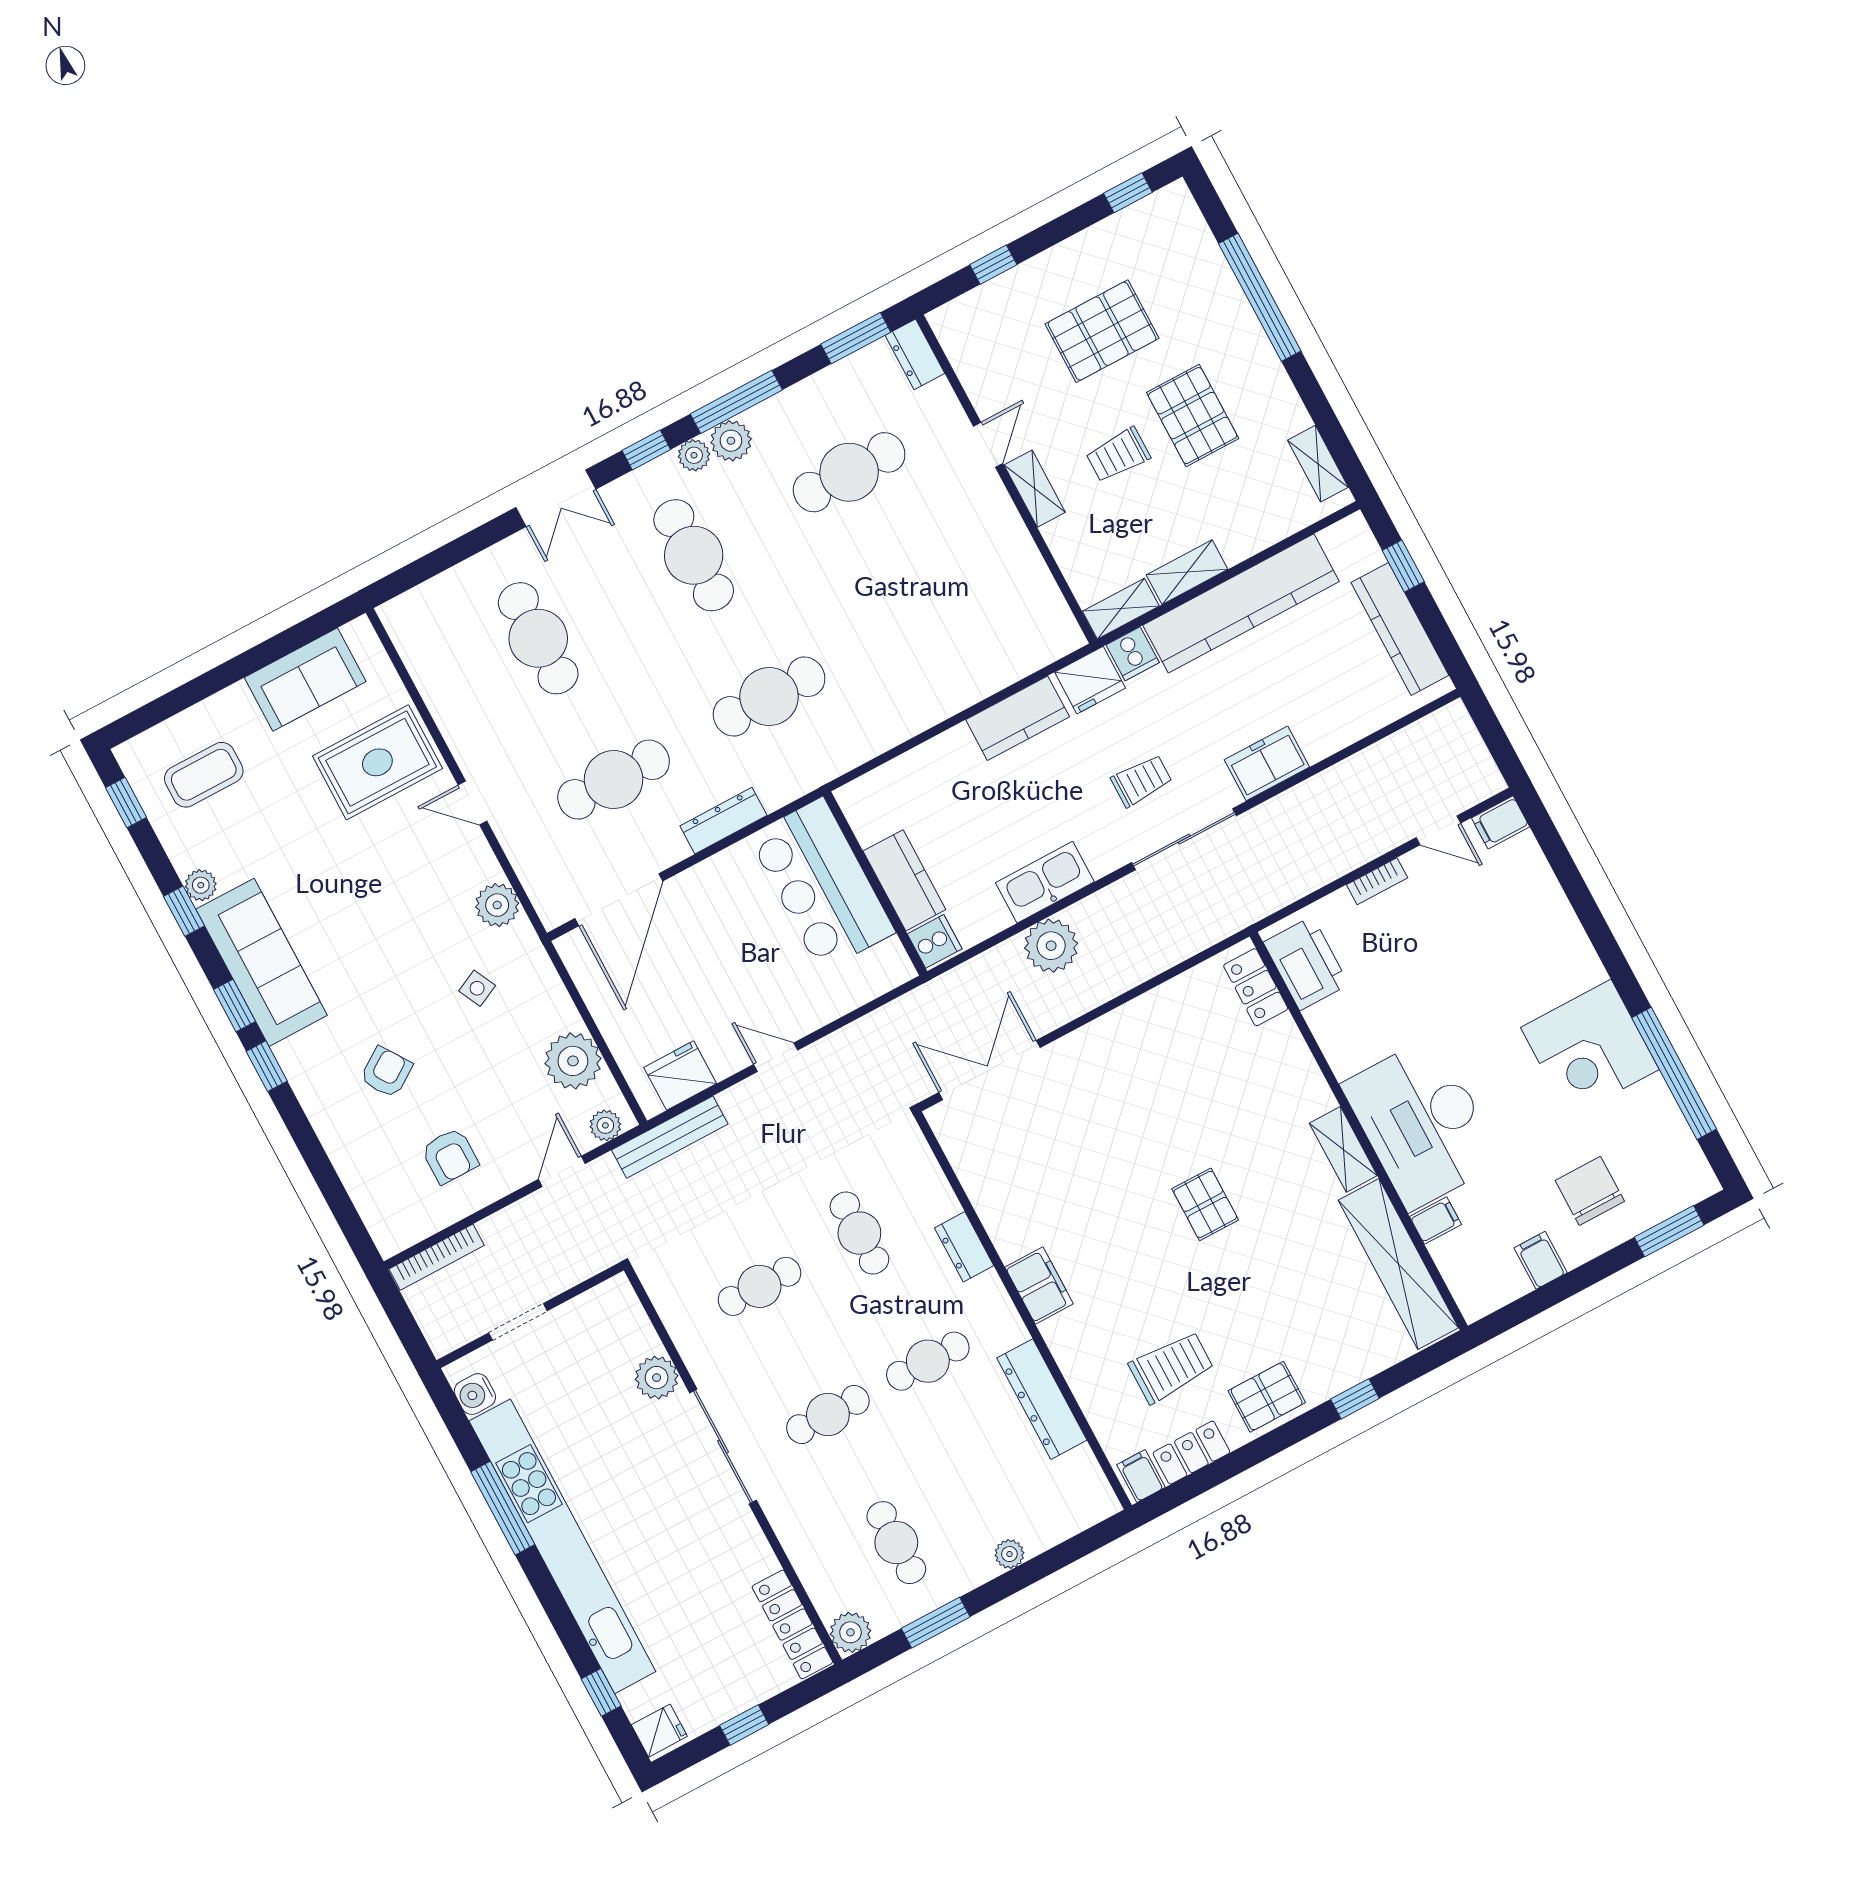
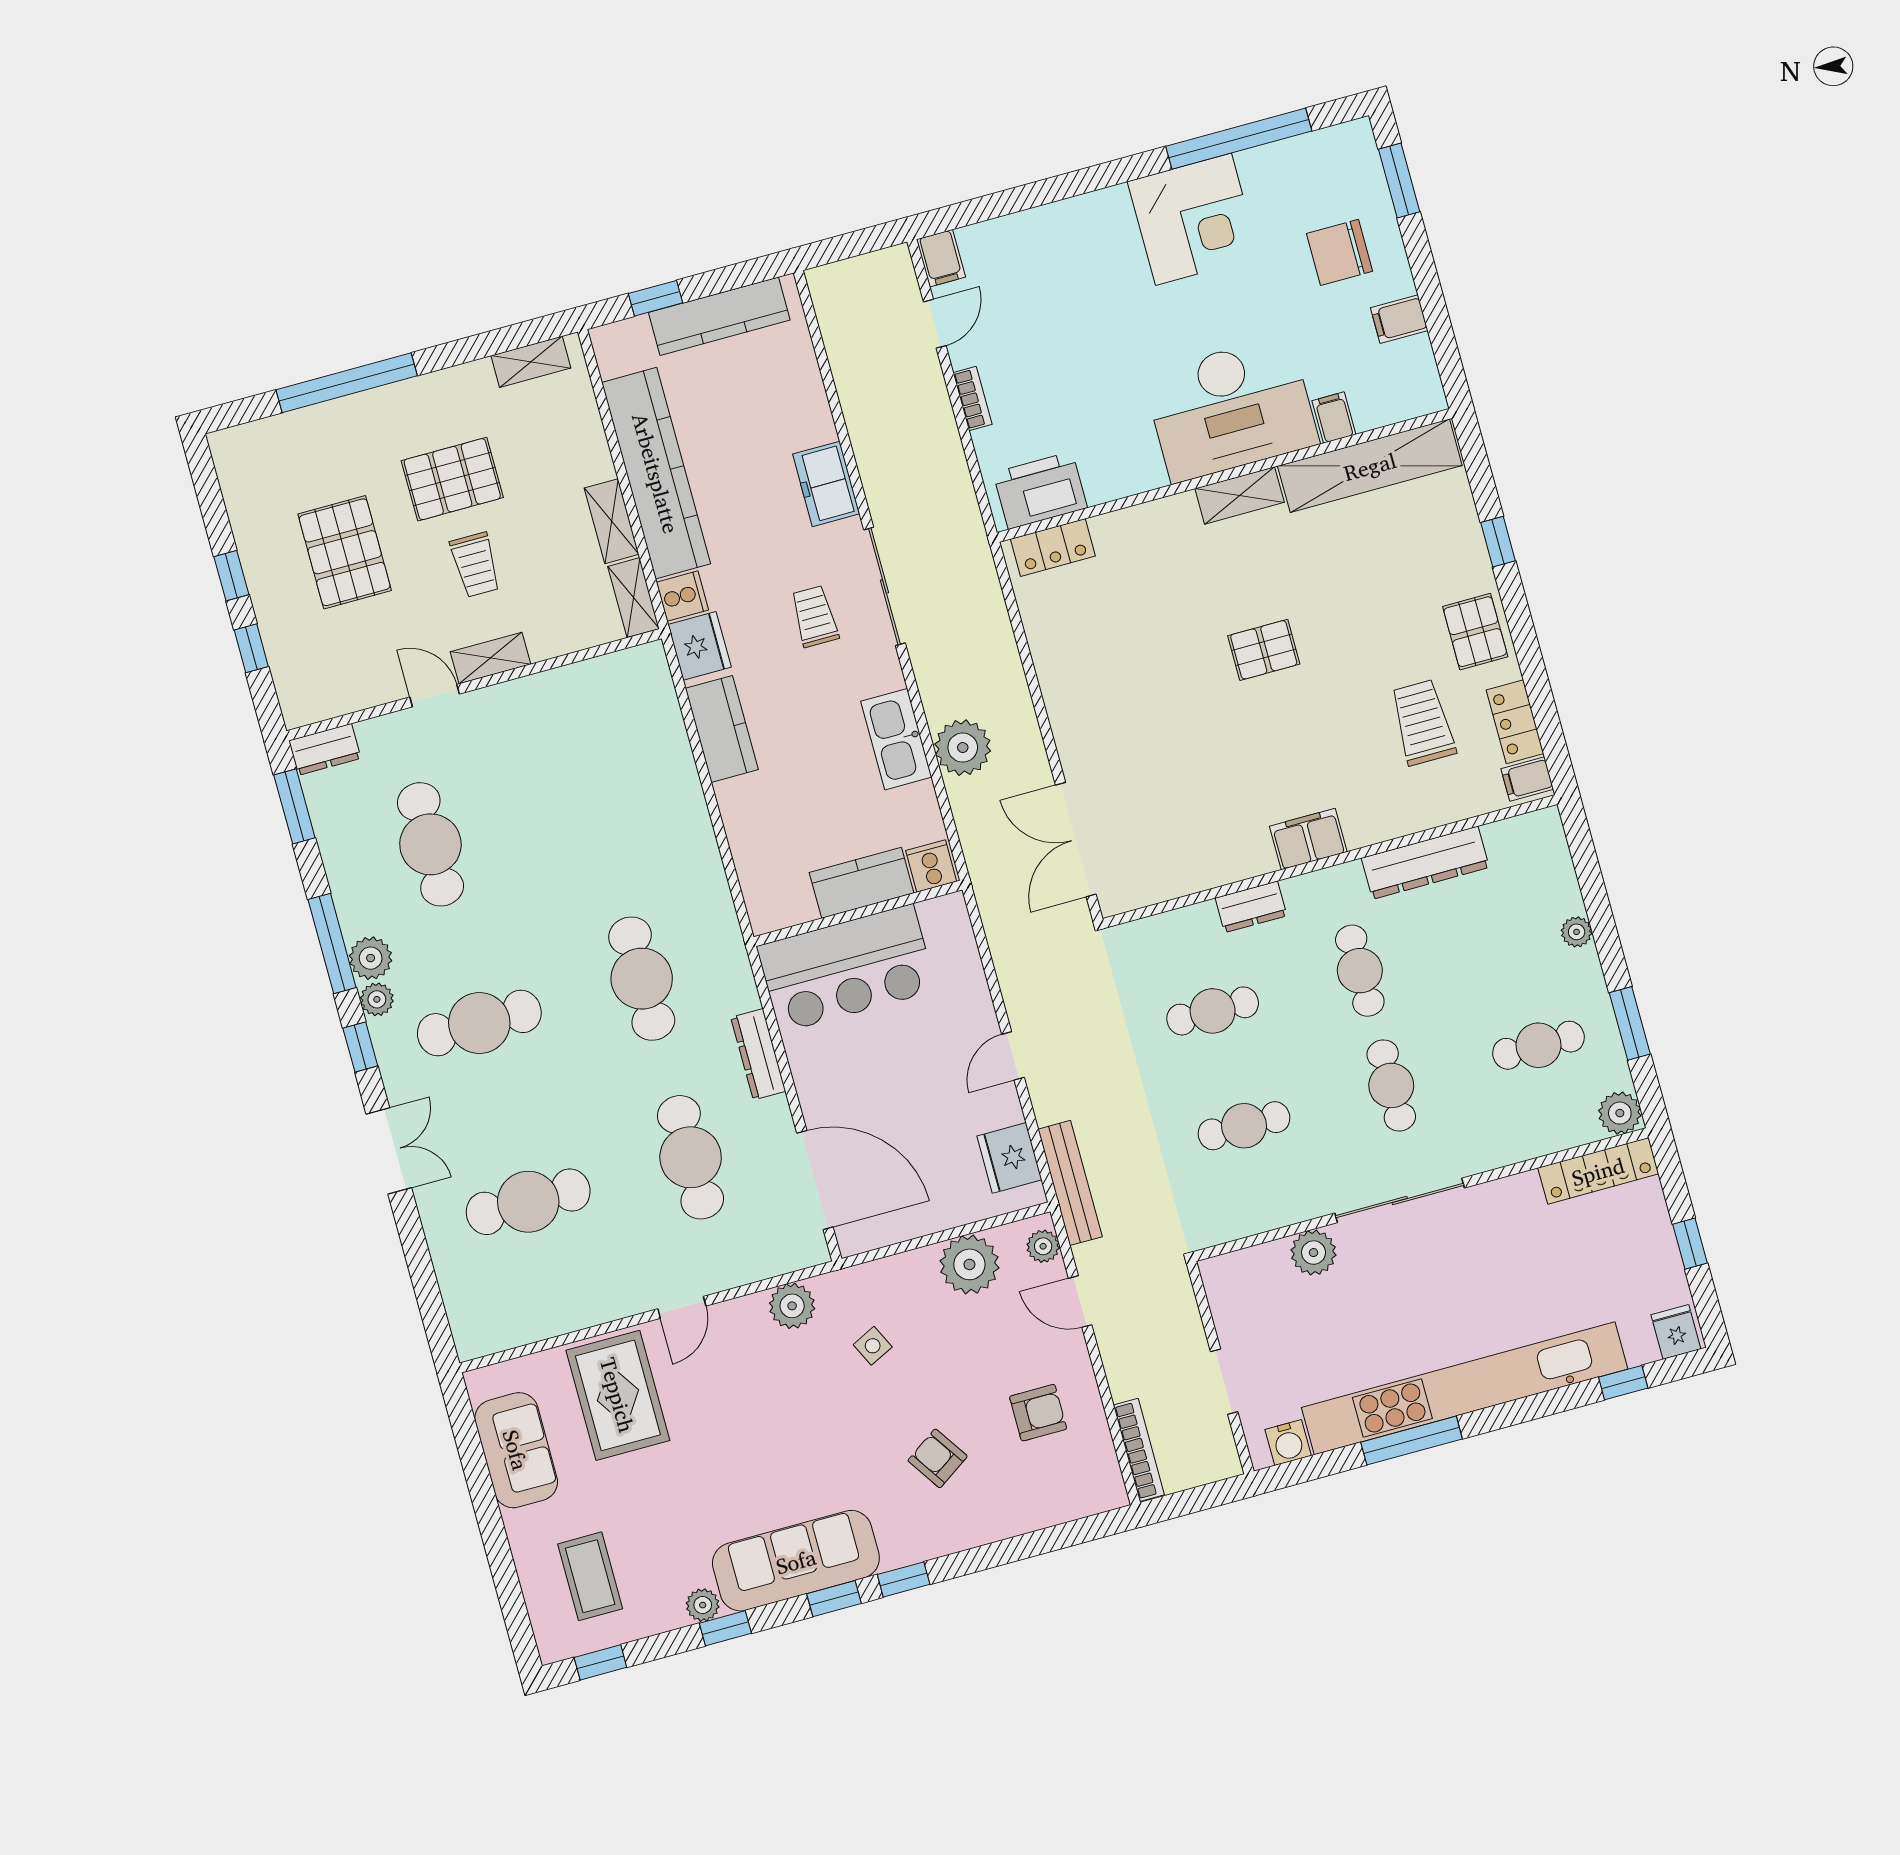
window: (1128, 193) -> (231, 576), moved
cafe table: (760, 1286) -> (1244, 1126), turned 90

